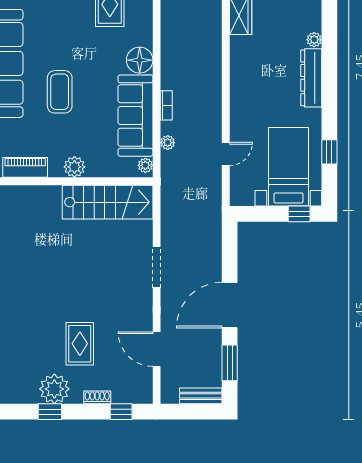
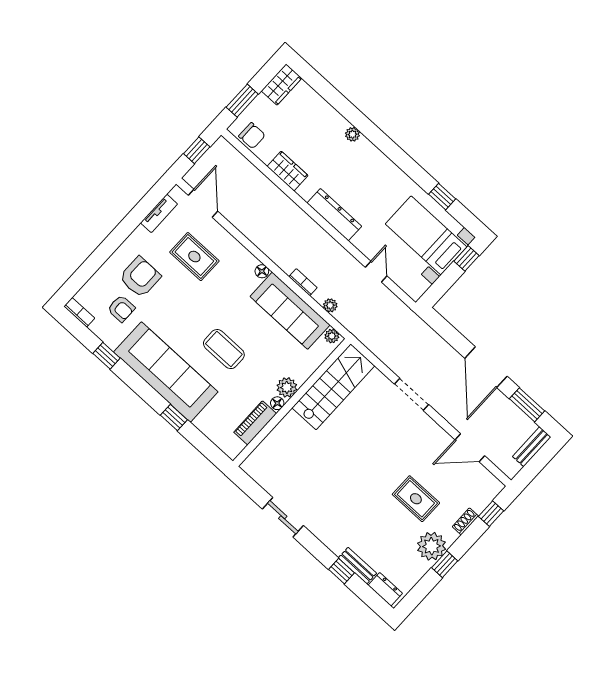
floor lamp: (140, 60) -> (262, 271), width x0.53, depth x0.53
dresser: (311, 78) -> (334, 215), moved, turned 180
floor lamp: (56, 171) -> (277, 403), added

